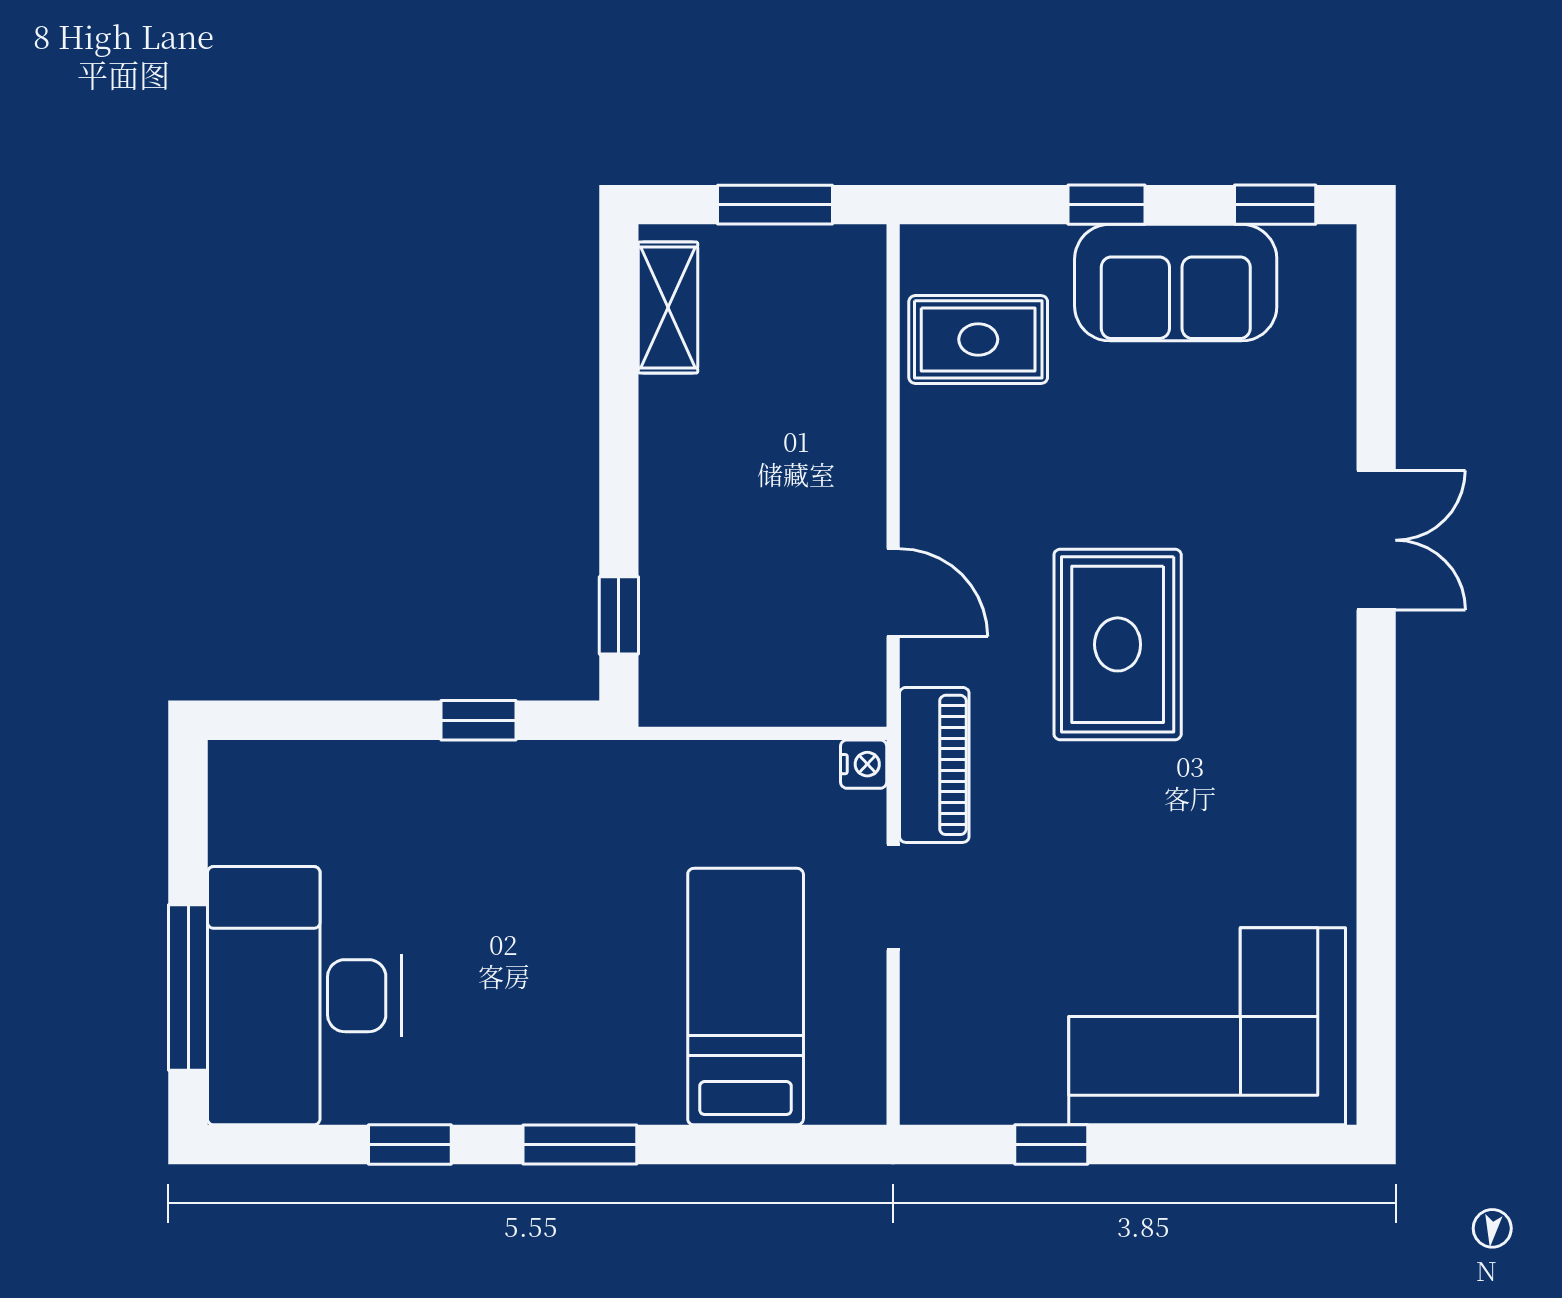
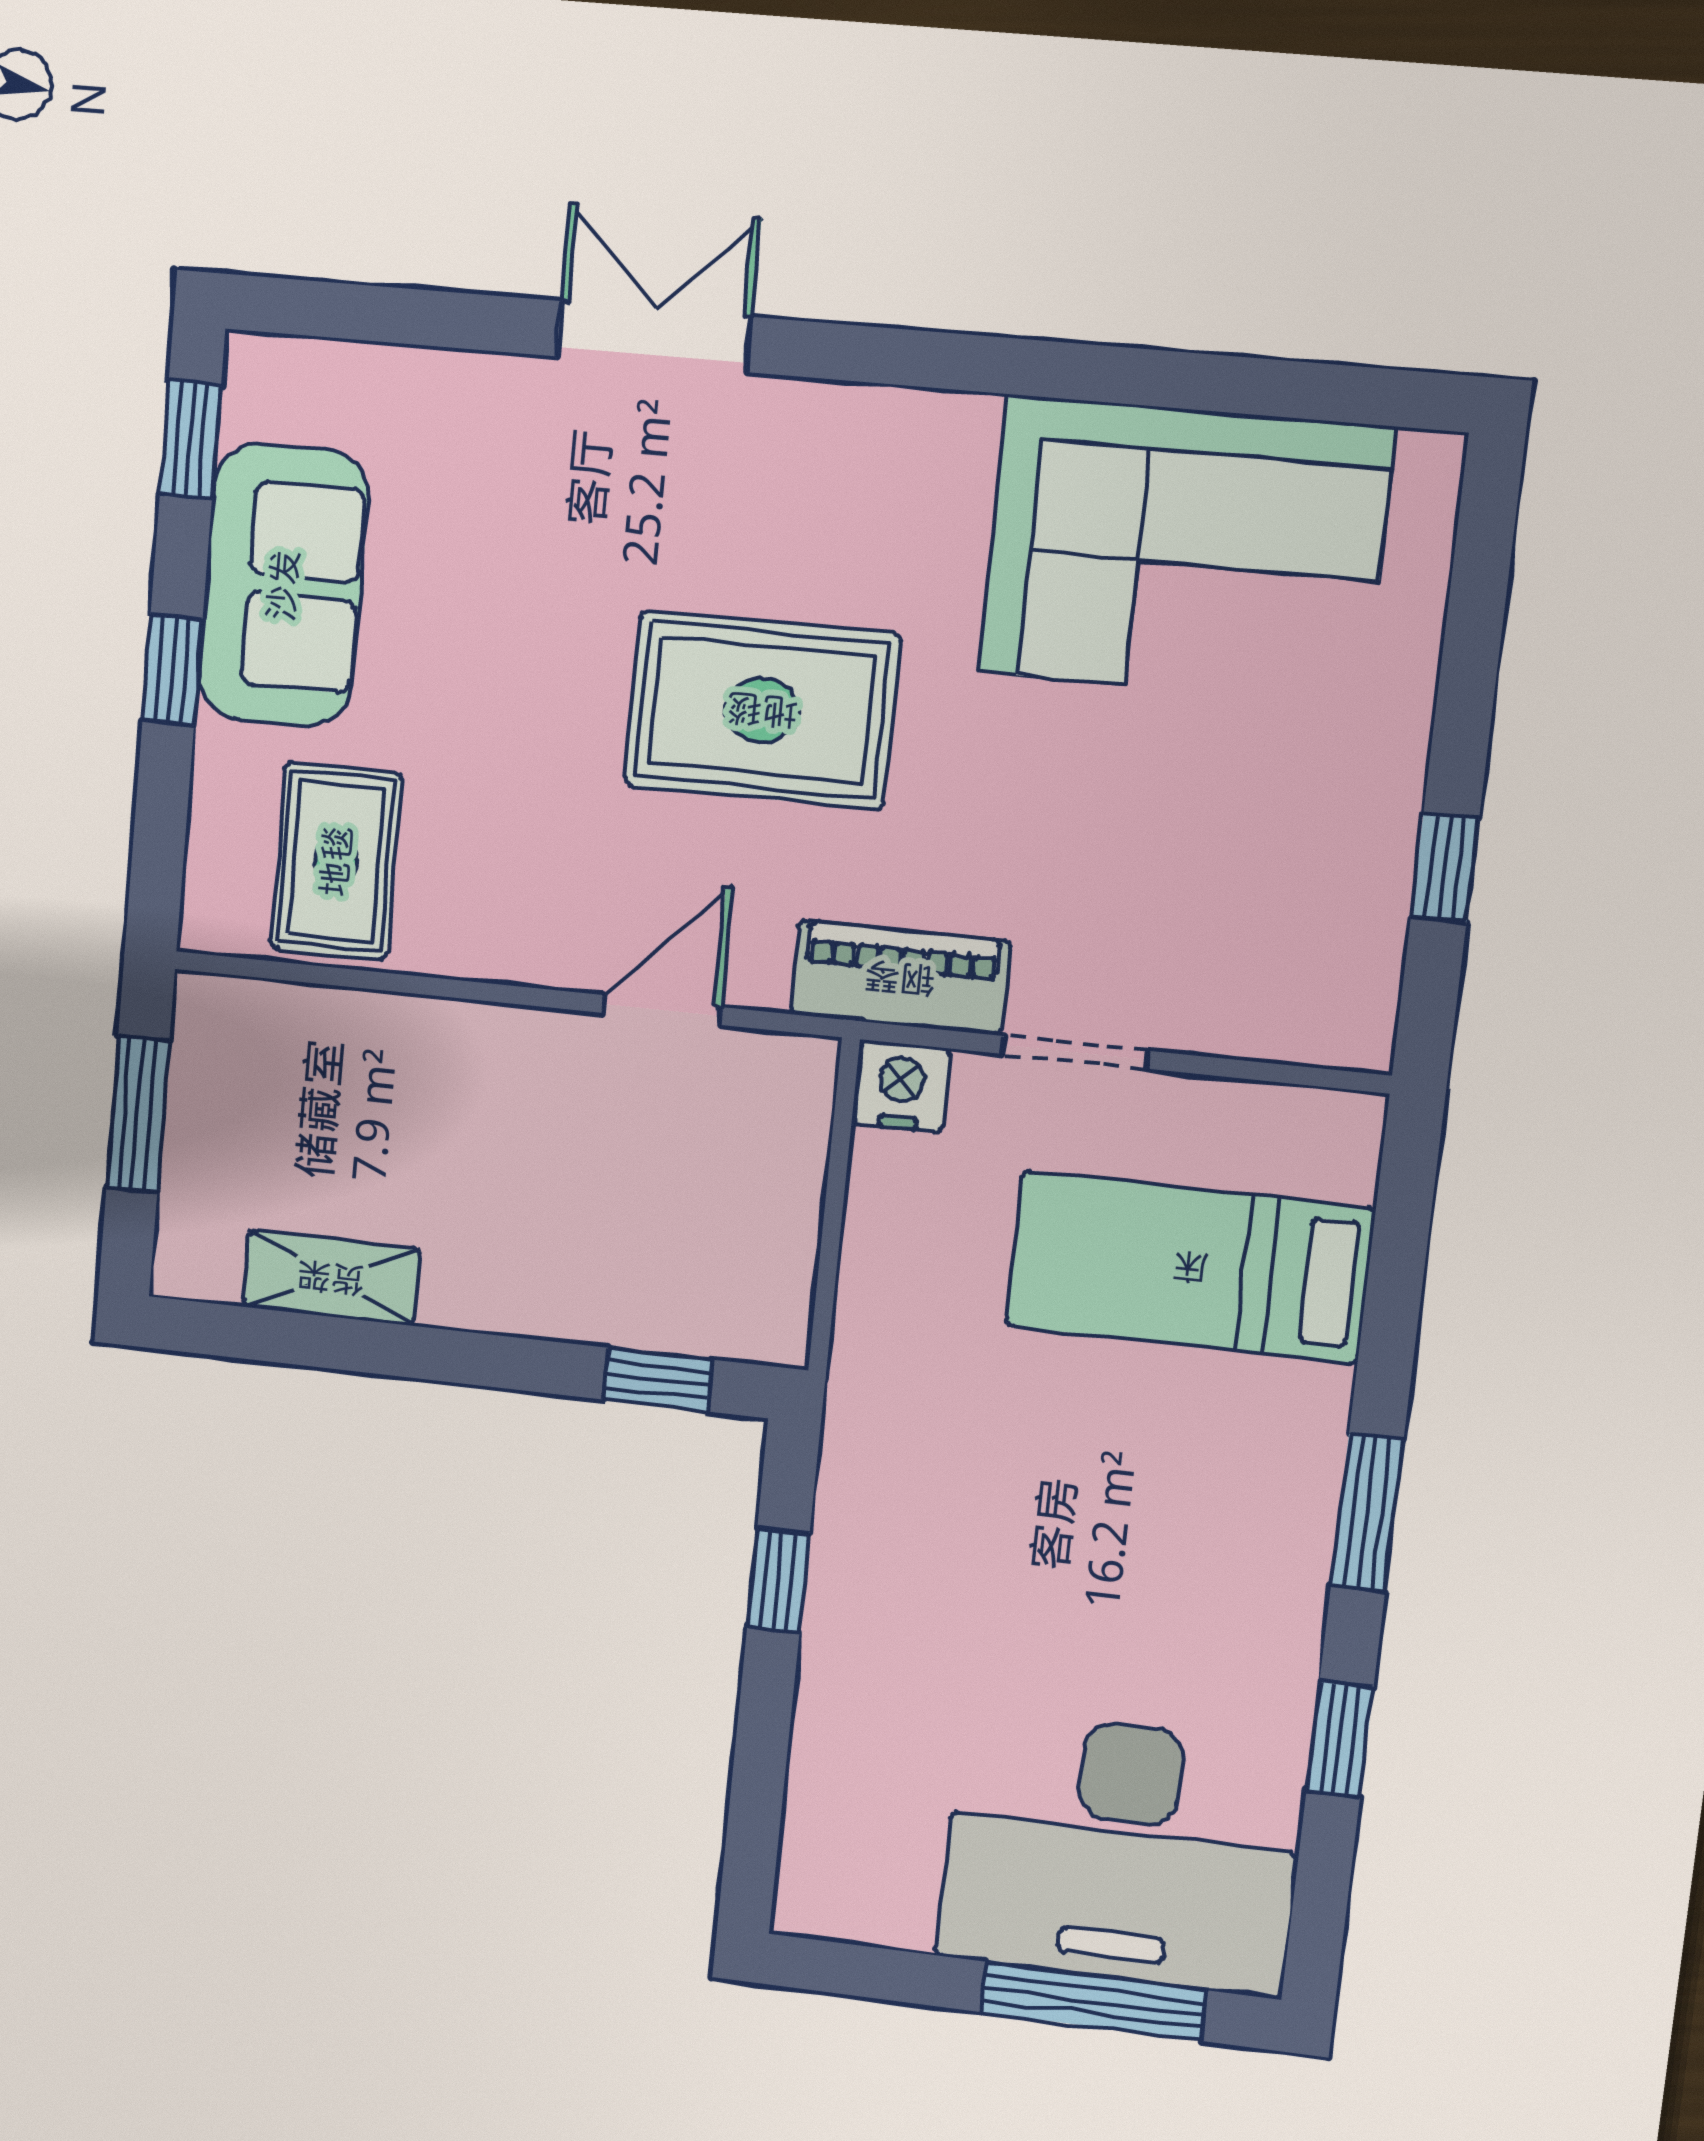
shelving: (668, 308) -> (331, 1278), moved
nightstand: (864, 764) -> (901, 1086), width x1.39, depth x1.35
corner sofa: (1207, 1026) -> (1186, 550), moved, turned -90

